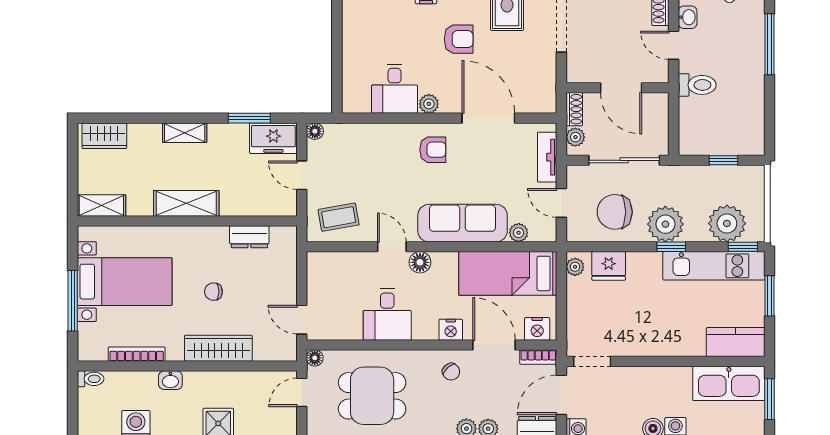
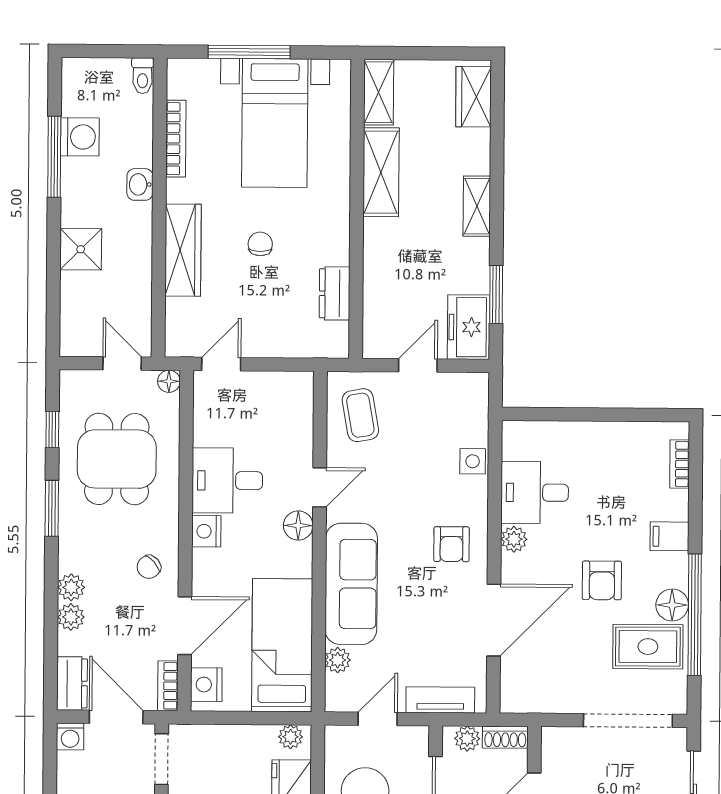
floor lamp: (315, 131) -> (478, 384), removed
side table: (372, 135) -> (473, 461), added
shelving: (186, 203) -> (381, 172), moved
nightstand: (451, 330) -> (206, 531), moved

